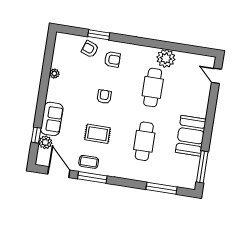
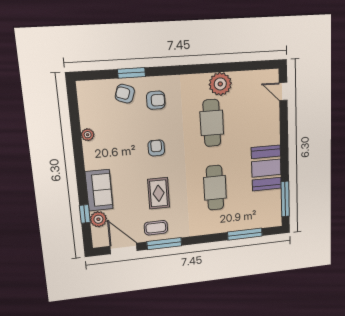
rug: (97, 134) -> (159, 193), turned 90

